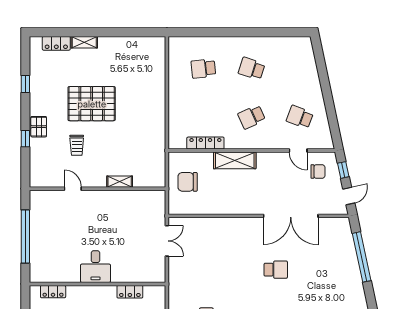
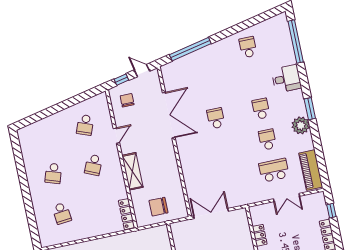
school desk: (252, 117) -> (93, 165), turned 48
locker: (205, 143) -> (126, 214), moved
door: (298, 151) -> (116, 136), moved
chair: (188, 182) -> (158, 207), turned 90
double door: (167, 241) -> (211, 213), width x1.37

